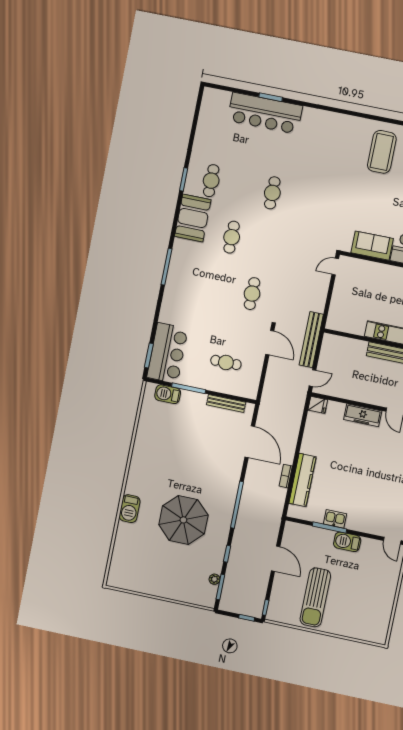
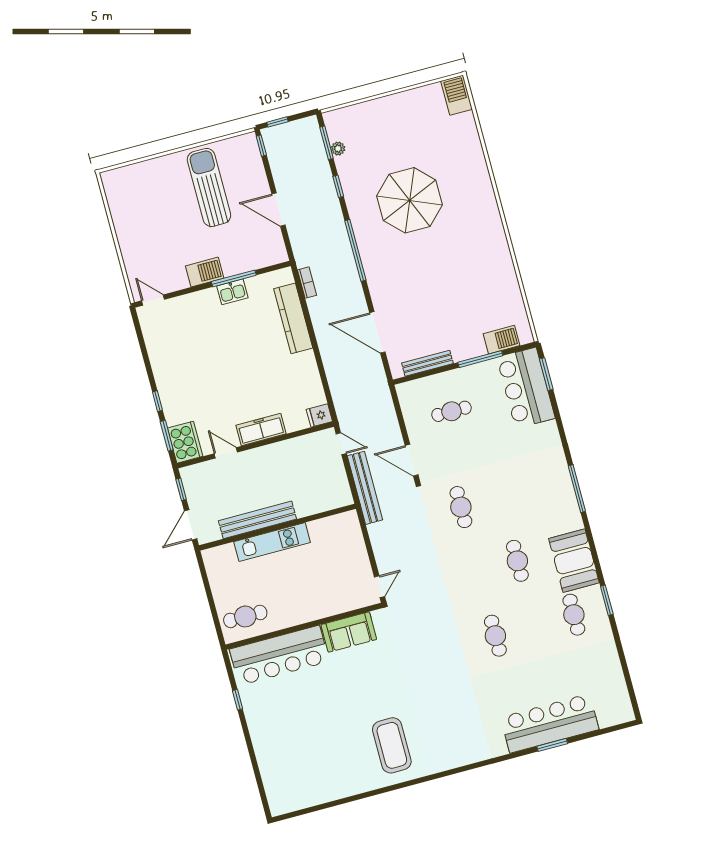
door: (312, 378) -> (341, 444), swing flipped
bookcase: (286, 476) -> (307, 283), moved
barbecue: (130, 509) -> (457, 95), moved

